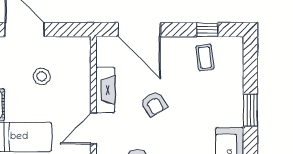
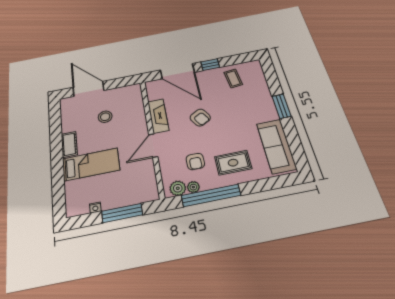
window: (207, 30) -> (210, 65), moved

